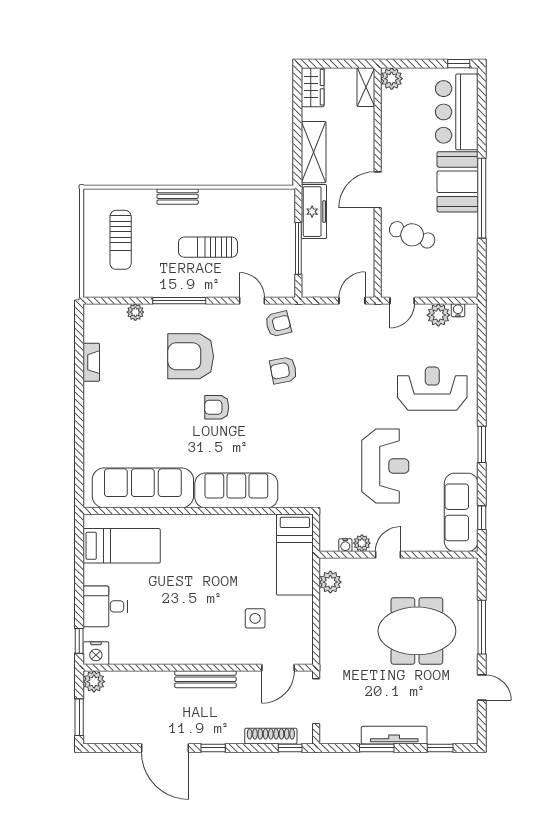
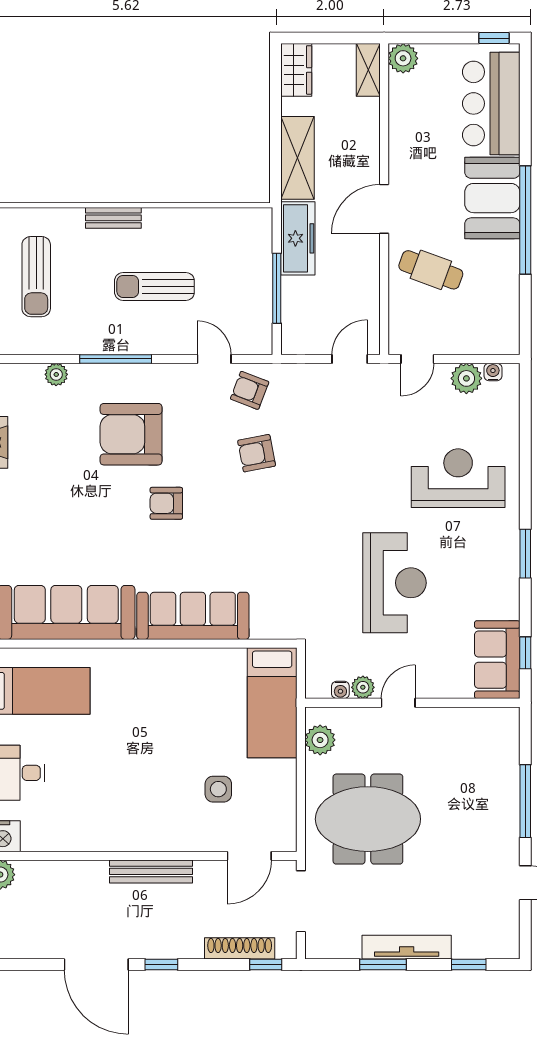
armchair: (278, 324) -> (250, 390), turned -145
sofa: (461, 512) -> (497, 660), width x0.73
meeting table: (417, 631) -> (368, 819), moved

